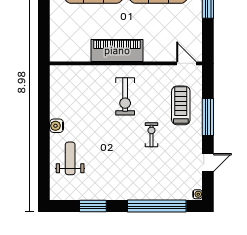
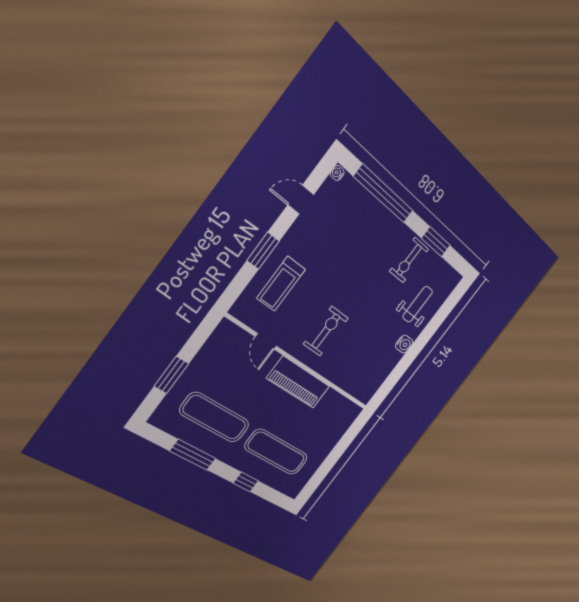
door: (186, 63) -> (266, 341), moved
window: (208, 117) -> (263, 251), width x0.69
exercise bike: (151, 135) -> (409, 260), moved, width x1.38, depth x1.39
weight bench: (70, 158) -> (418, 304), turned 180

